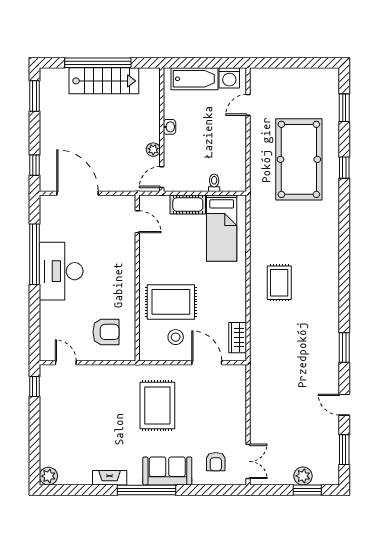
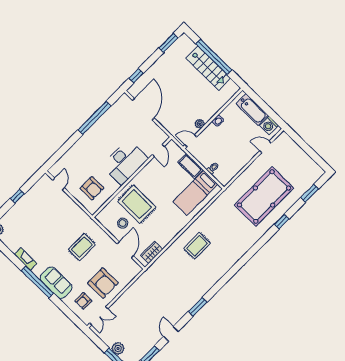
desk: (61, 271) -> (125, 162), moved, turned 180
window: (35, 386) -> (17, 196), moved
rug: (157, 405) -> (82, 247), width x0.73, depth x0.70
armchair: (218, 422) -> (103, 283), added

